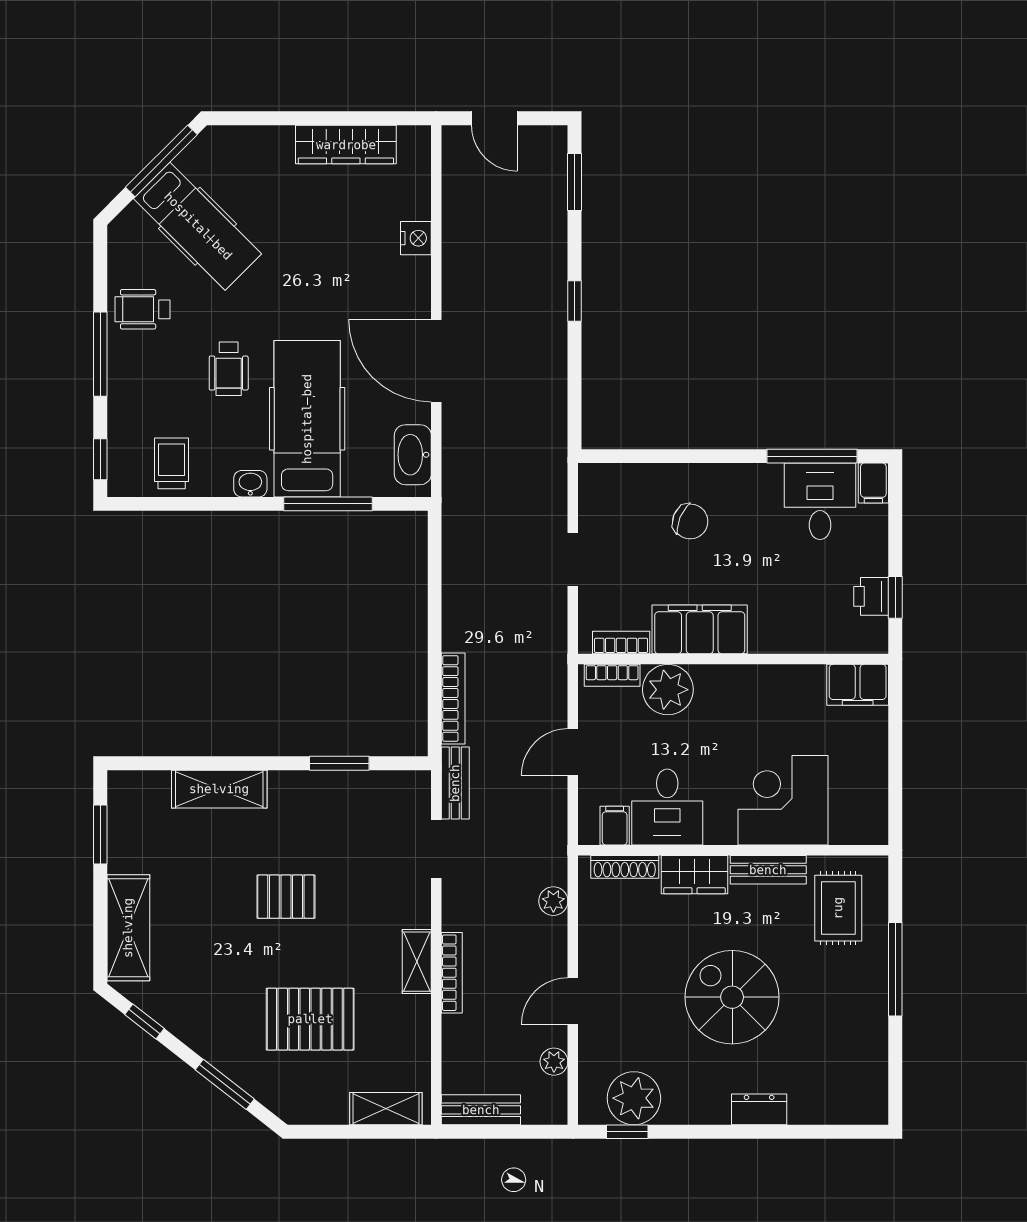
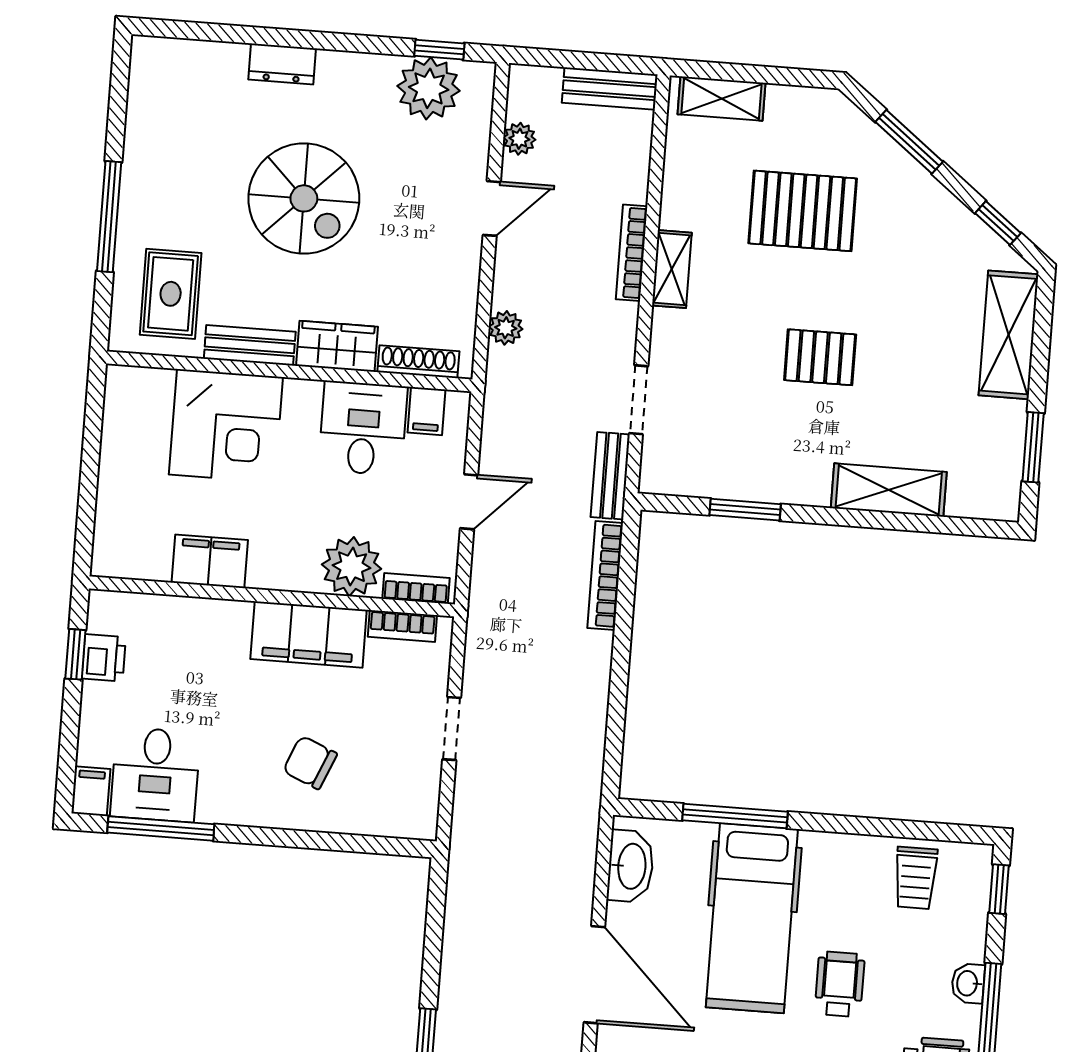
washbasin: (250, 484) -> (968, 983), moved, turned 90
filing cabinet: (858, 685) -> (210, 561), moved

